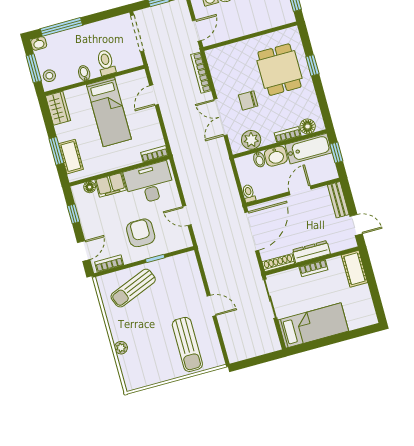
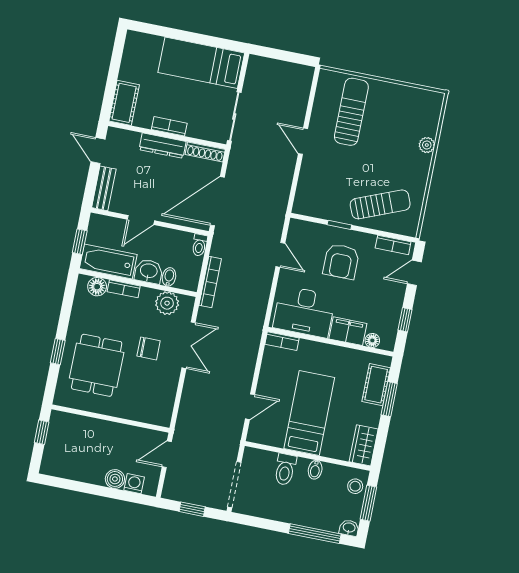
bookcase: (201, 73) -> (210, 282), moved

